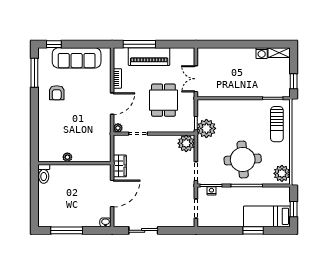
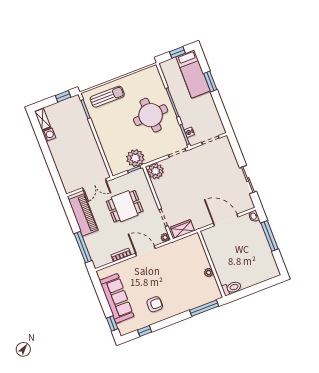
piano: (149, 57) -> (83, 215), moved
window: (34, 73) -> (145, 331), width x0.46
window: (34, 139) -> (204, 308), added
wardrobe: (120, 166) -> (182, 229), moved
plant: (282, 173) -> (150, 75), removed
window: (67, 230) -> (270, 236), moved

